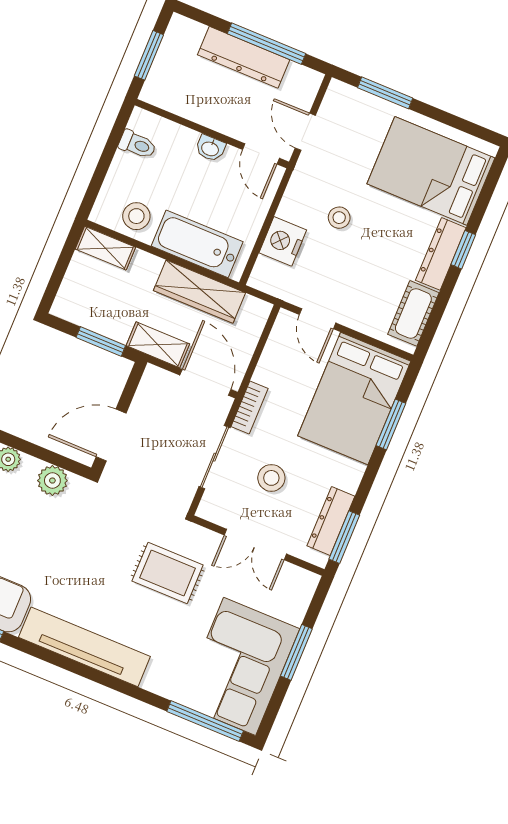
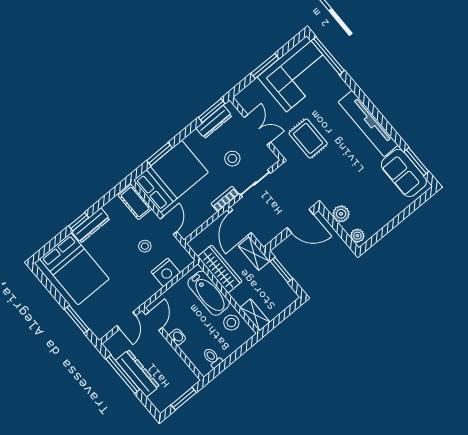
stool: (339, 218) -> (145, 246), moved
cot: (413, 313) -> (135, 202), moved, turned 90

